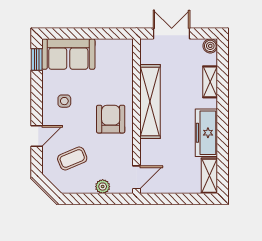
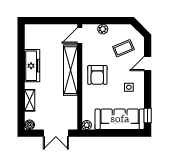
plant: (126, 45) -> (87, 125), added
sofa: (68, 54) -> (120, 119), width x1.36
shelving: (150, 101) -> (71, 70), moved
shelving: (209, 176) -> (30, 36), removed

